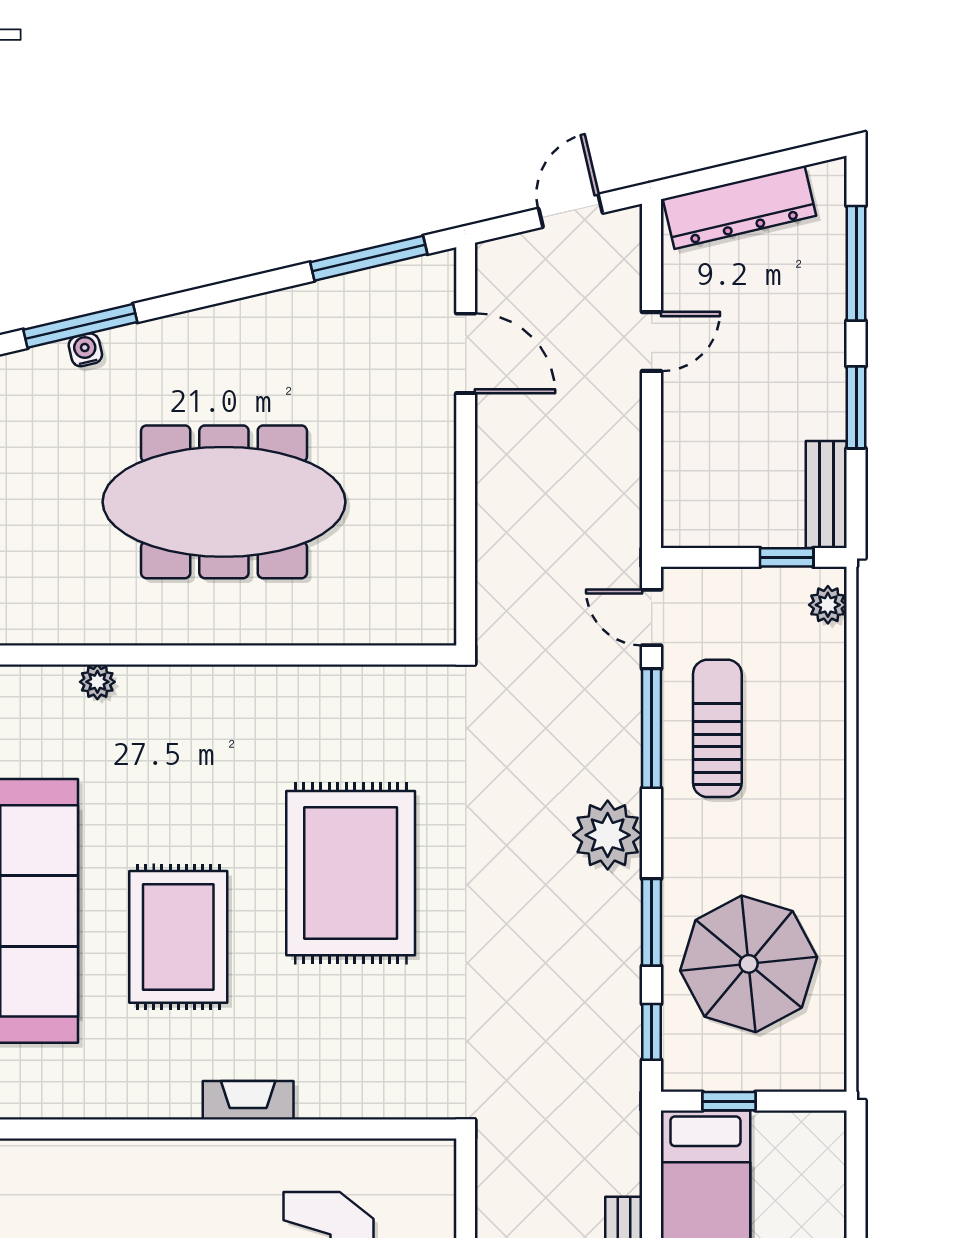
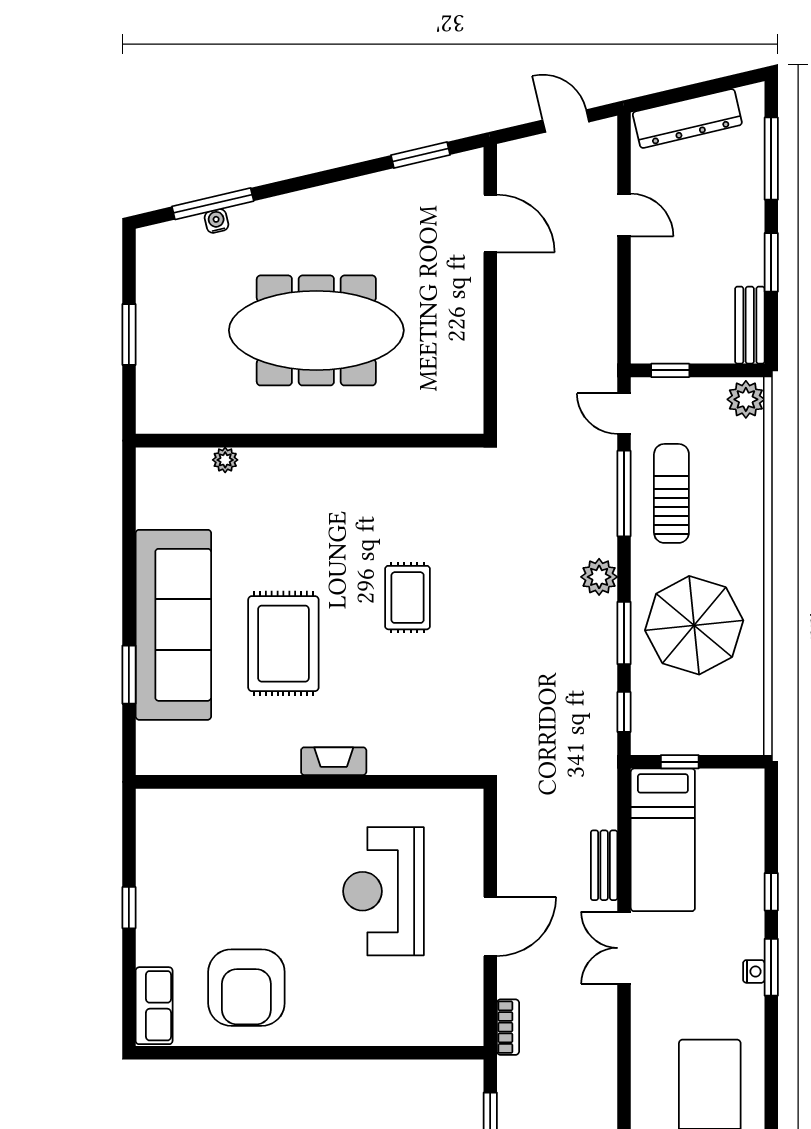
door: (571, 211) -> (566, 121), hinge flipped
window: (369, 258) -> (420, 155), width x0.69
door: (652, 342) -> (624, 215), hinge flipped
window: (787, 557) -> (670, 370), moved
plant: (828, 605) -> (746, 399), width x1.38, depth x1.38
plant: (608, 835) -> (599, 577), width x0.73, depth x0.73
rug: (351, 873) -> (408, 598), width x0.54, depth x0.49
parasol: (749, 964) -> (694, 625), moved

